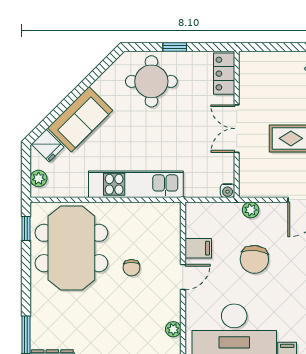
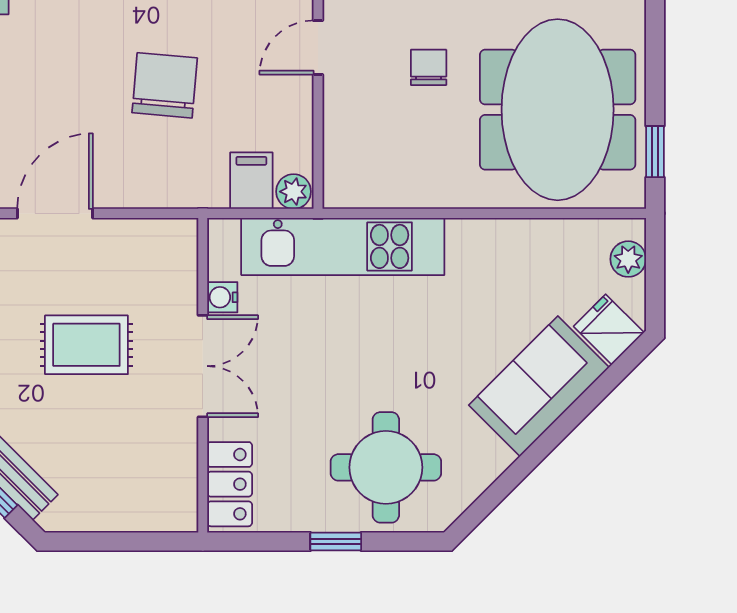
kitchen unit: (136, 184) -> (343, 246), moved
water cooler: (228, 191) -> (222, 297), moved, turned -90
plant: (251, 210) -> (294, 192), moved
filing cabinet: (198, 248) -> (251, 181), moved, turned 90

